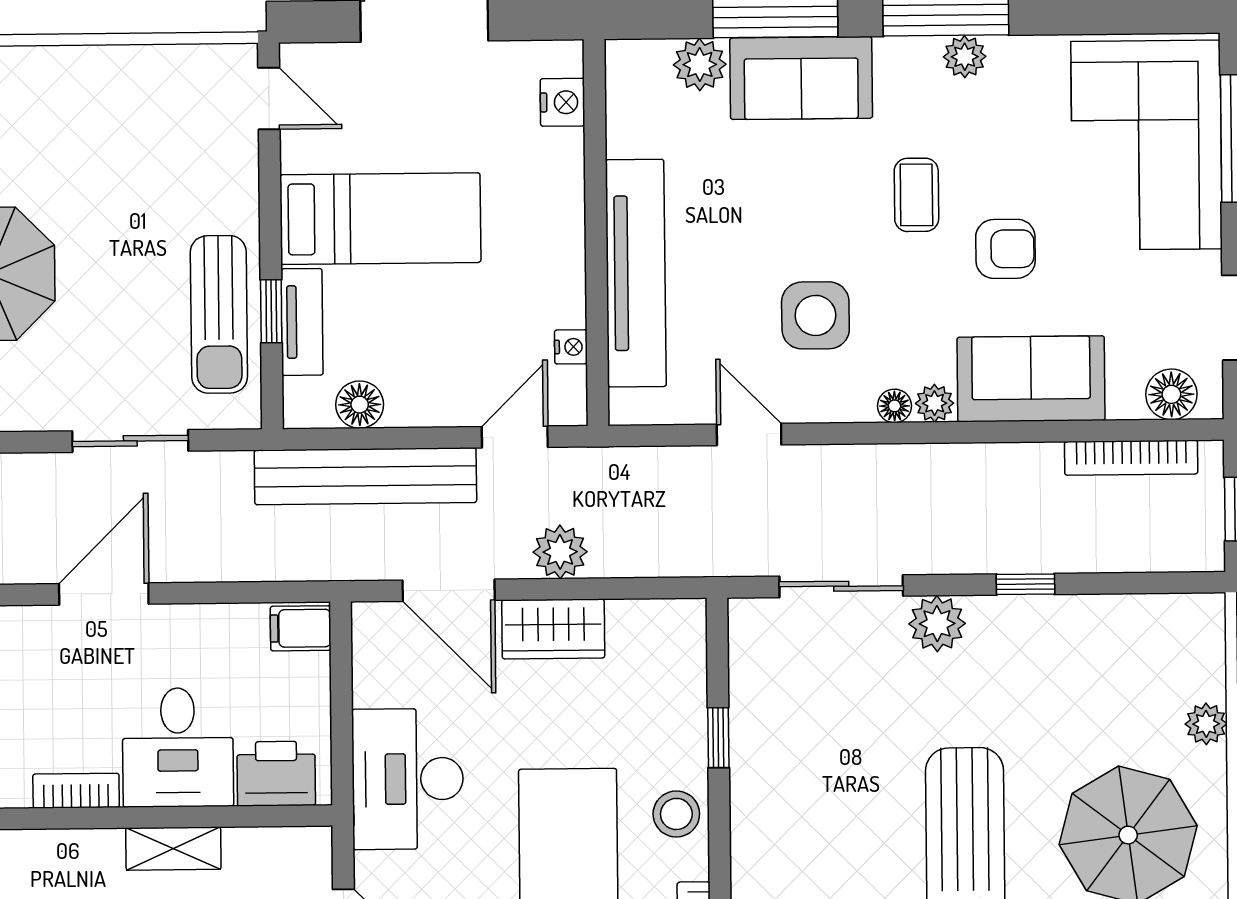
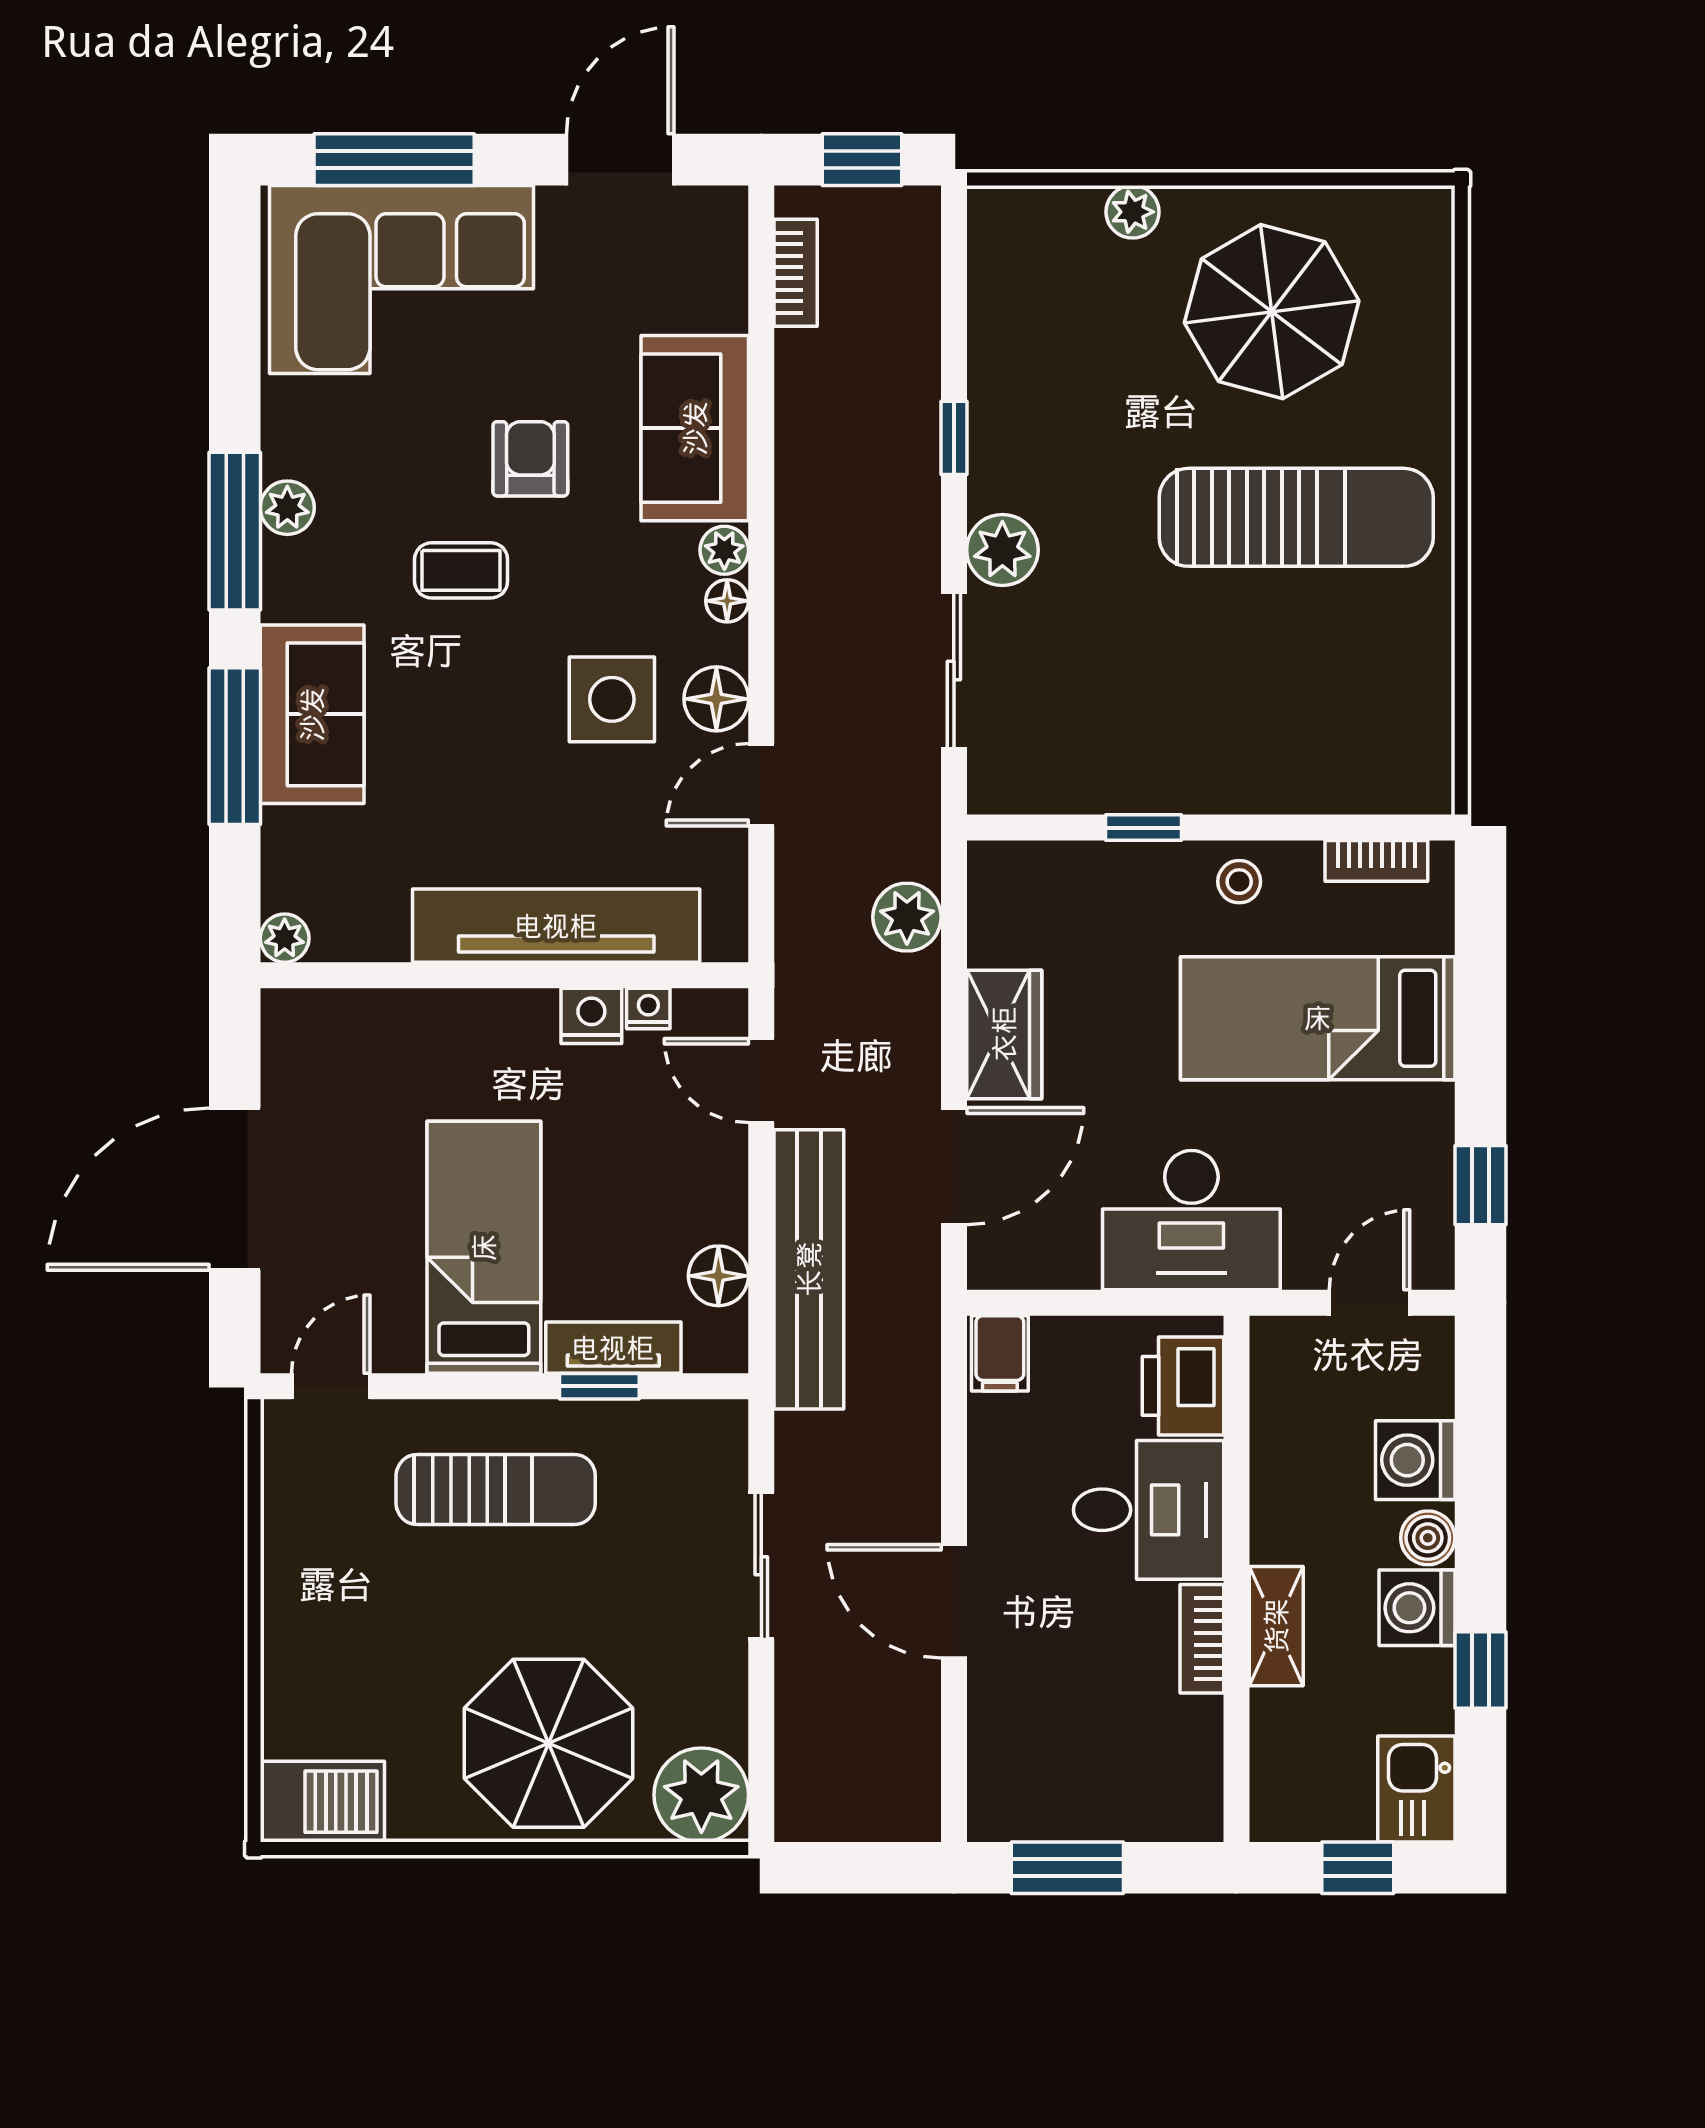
plant: (700, 64) -> (285, 938), moved, width x0.73, depth x0.73
nightstand: (562, 102) -> (591, 1016), moved
sun lounger: (219, 314) -> (496, 1489), moved
floor lamp: (1171, 394) -> (716, 699), moved
bookcase: (1131, 458) -> (796, 273), width x0.64
plant: (560, 552) -> (907, 917), moved
stool: (676, 814) -> (1239, 882), width x0.73, depth x0.73
shelving: (173, 849) -> (1276, 1626), moved

